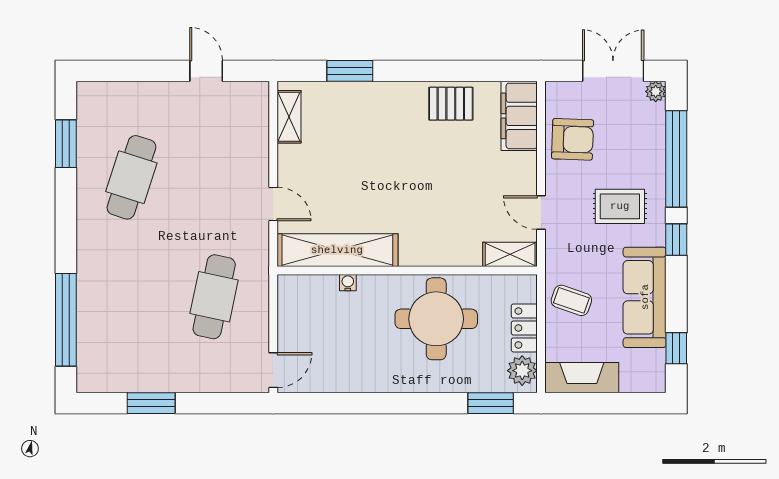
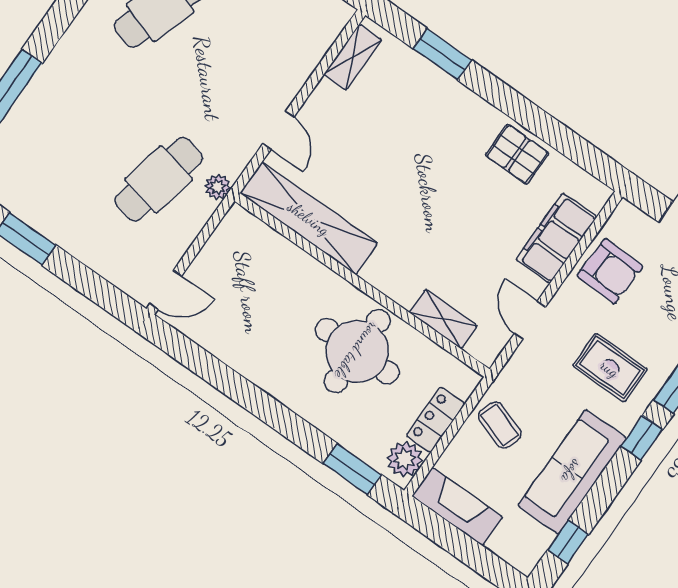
filing cabinet: (519, 116) -> (556, 238), moved
shelving: (510, 254) -> (443, 319), moved
plant: (259, 273) -> (218, 187), added
water cooler: (348, 283) -> (297, 256), removed

